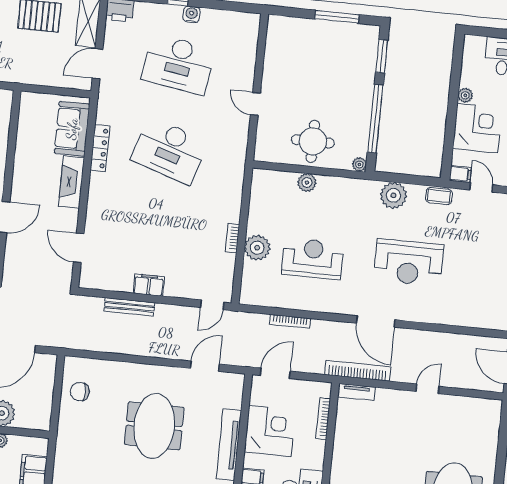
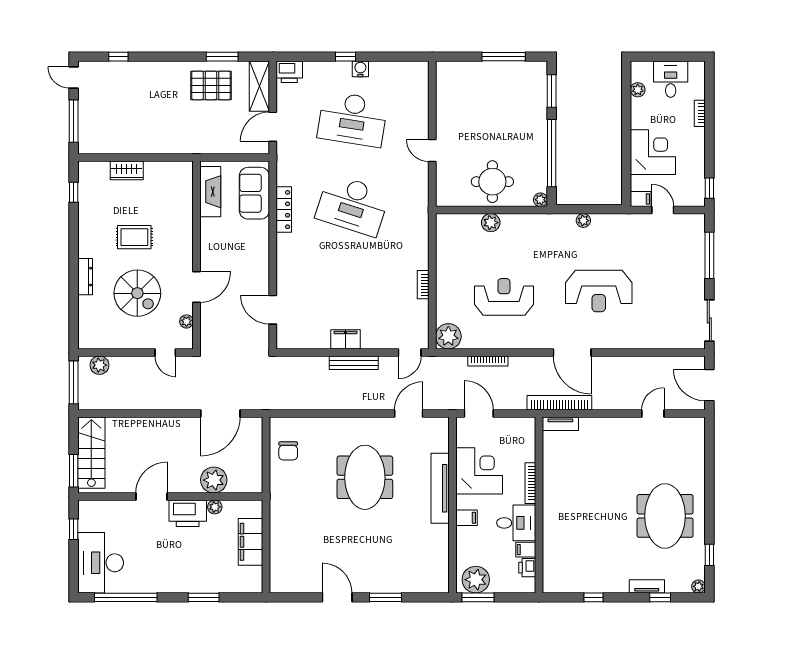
plant: (465, 95) -> (638, 90), moved
fireplace: (71, 182) -> (210, 192), moved, turned 180
plant: (393, 195) -> (583, 221), width x0.53, depth x0.53
coffee table: (439, 196) -> (622, 223), removed
plant: (257, 248) -> (448, 336), moved
bench: (129, 307) -> (354, 363), moved
door: (275, 373) -> (479, 413), hinge flipped
door: (428, 389) -> (653, 413), moved
chair: (80, 392) -> (288, 451), turned -90
bookcase: (323, 419) -> (530, 483), moved

